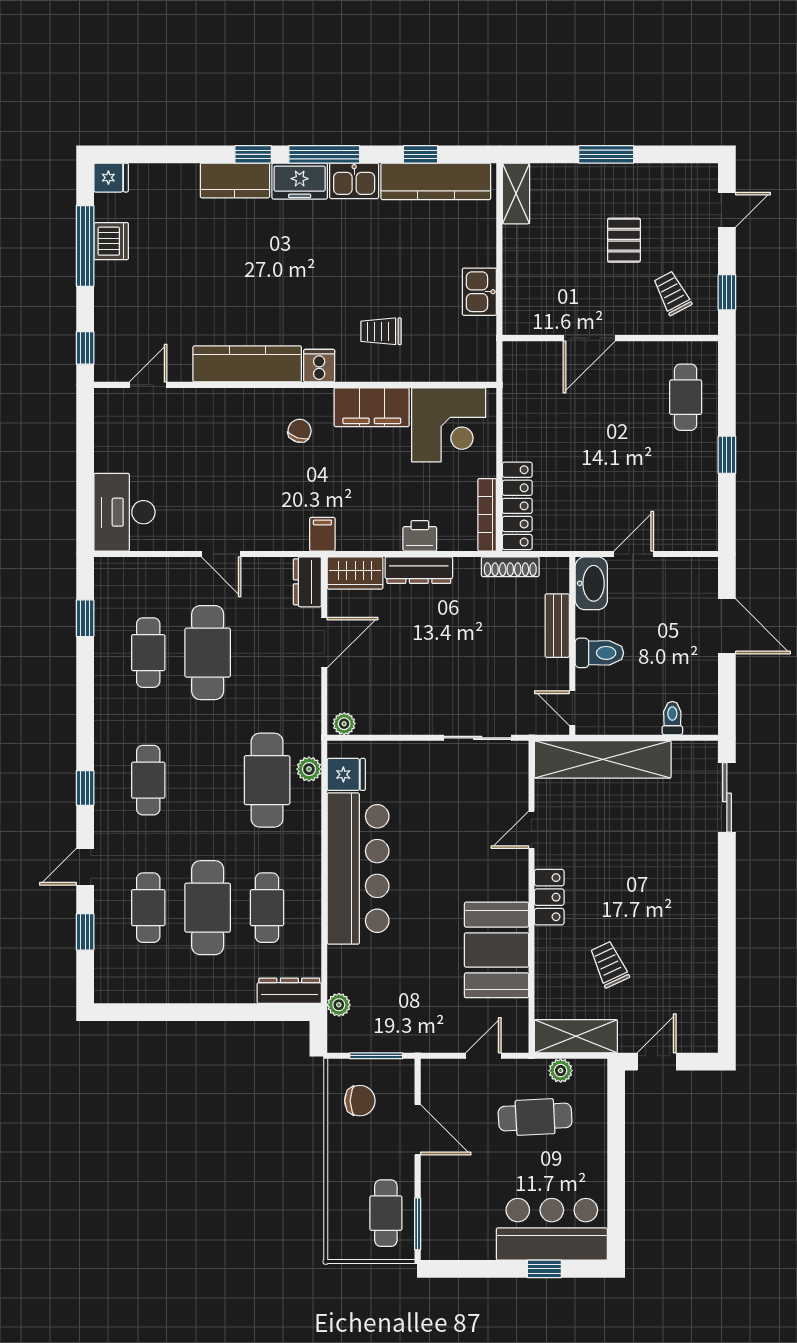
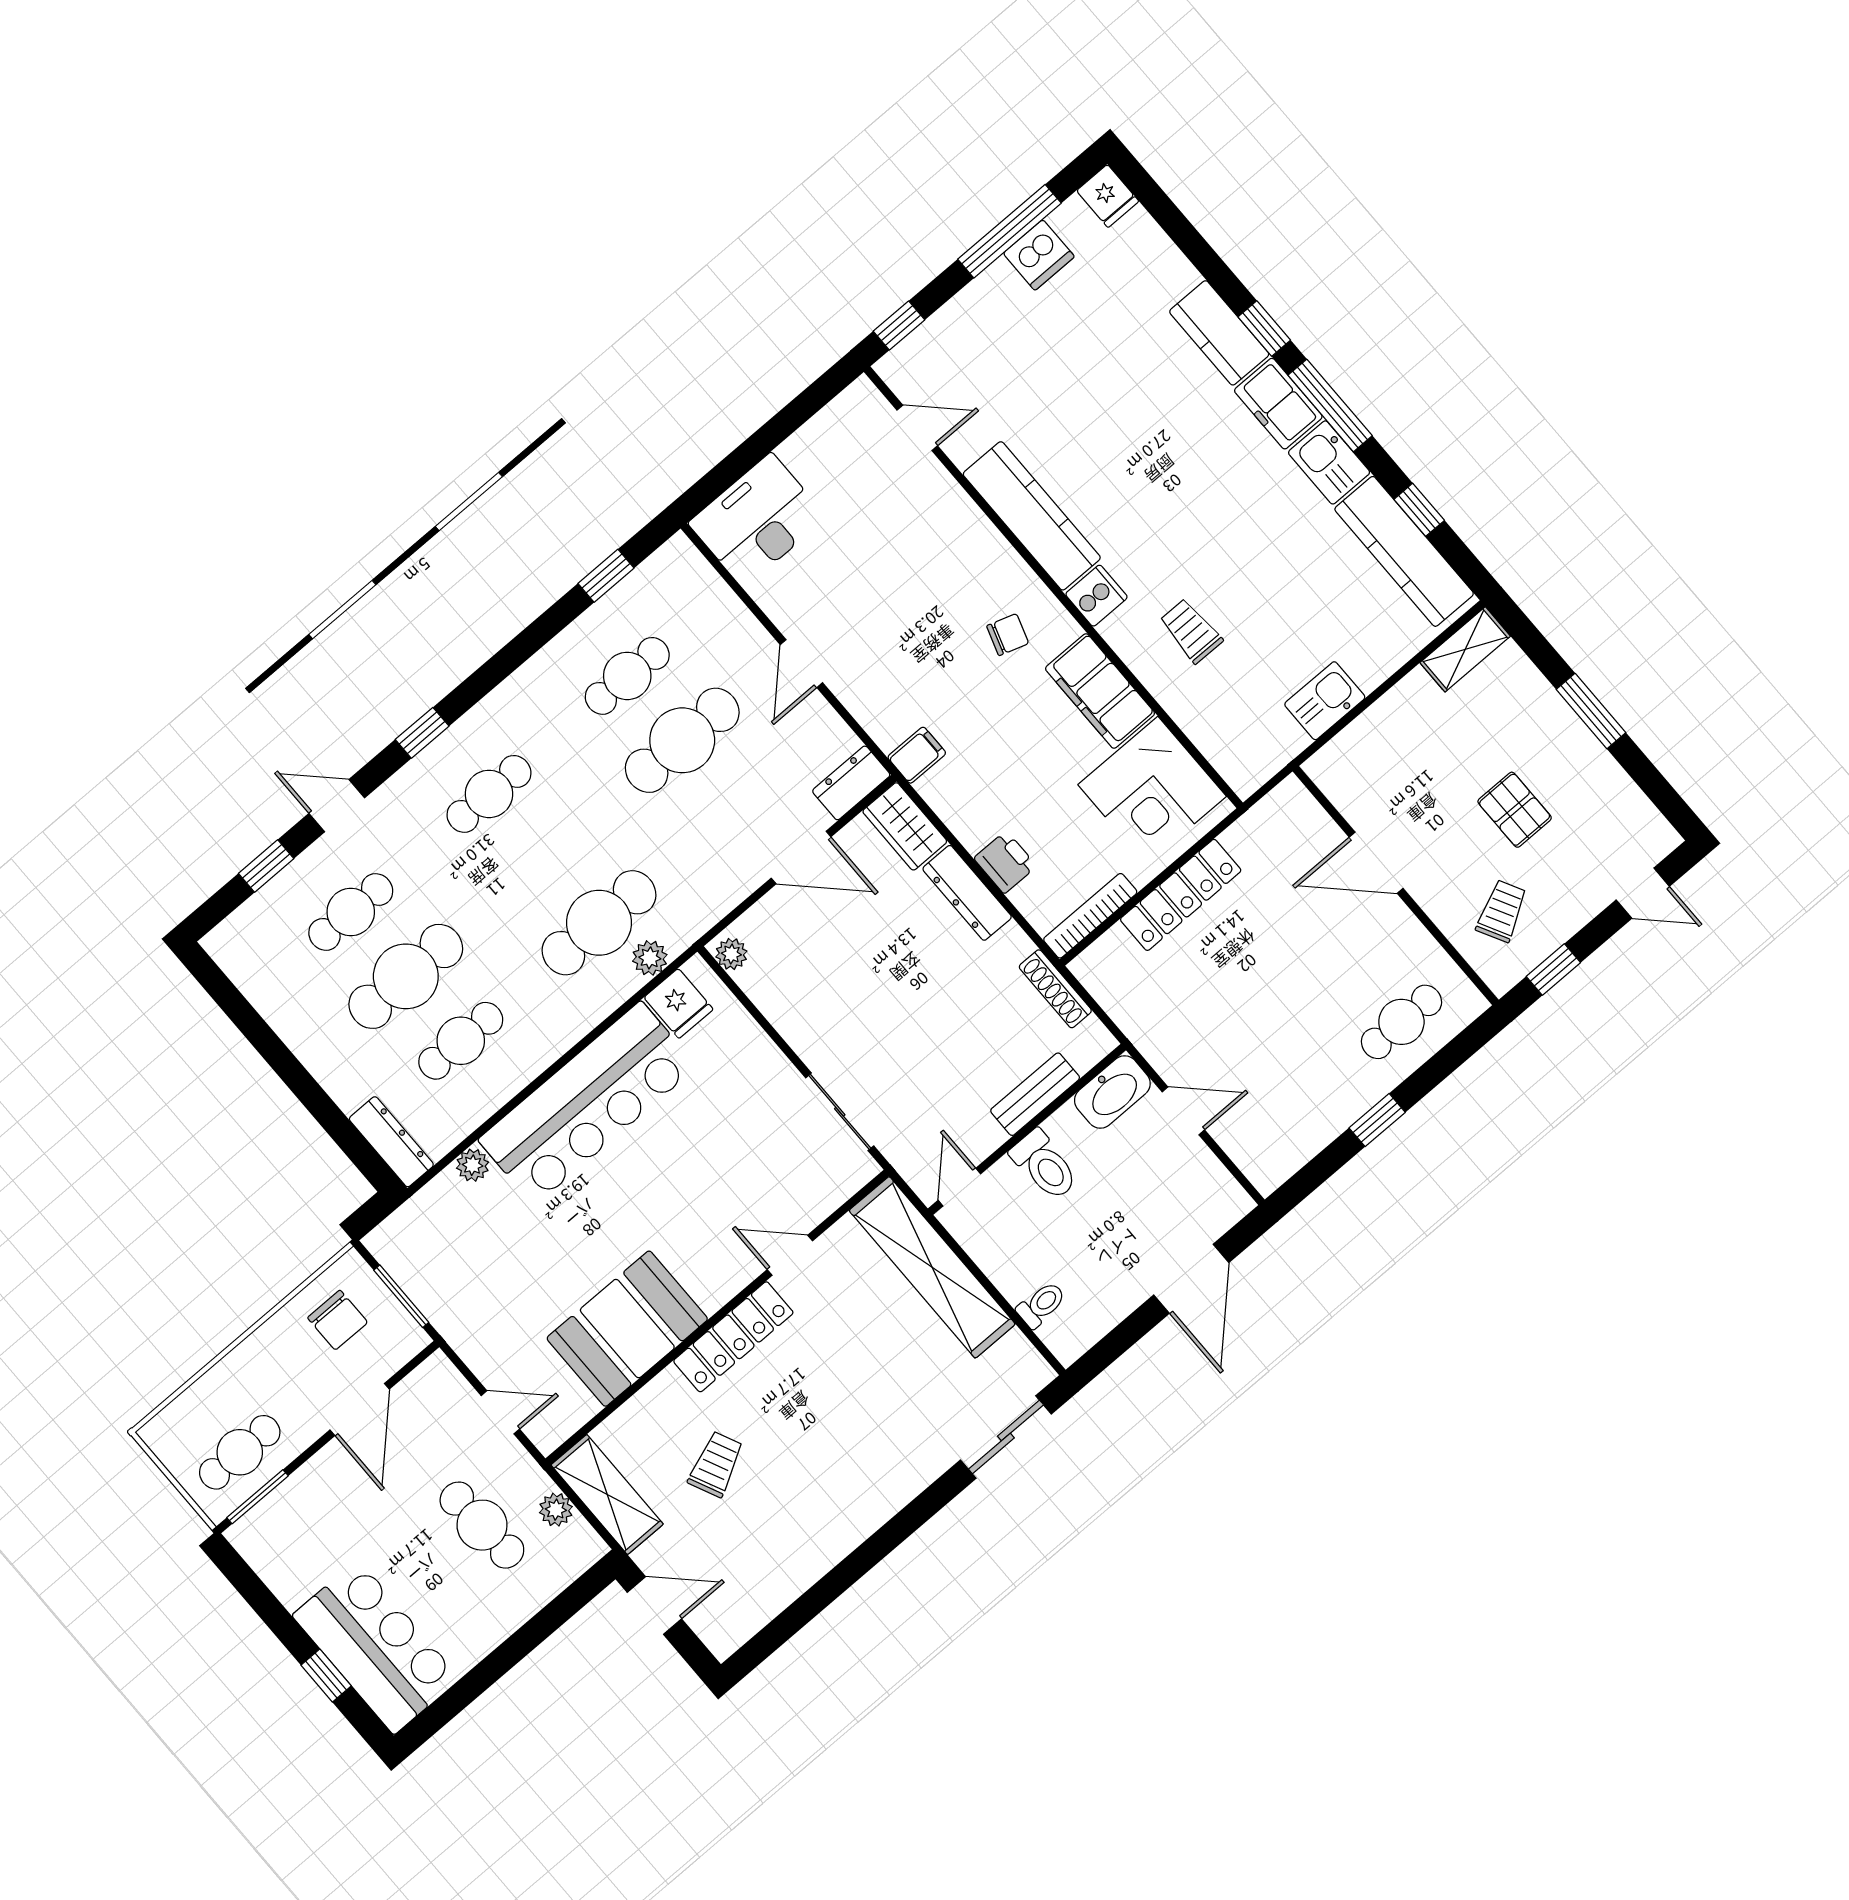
pallet: (624, 240) -> (1515, 810), turned 90
locker: (517, 506) -> (1181, 895), moved
locker: (549, 897) -> (733, 1337), width x1.53
plant: (339, 1005) -> (473, 1165), moved

